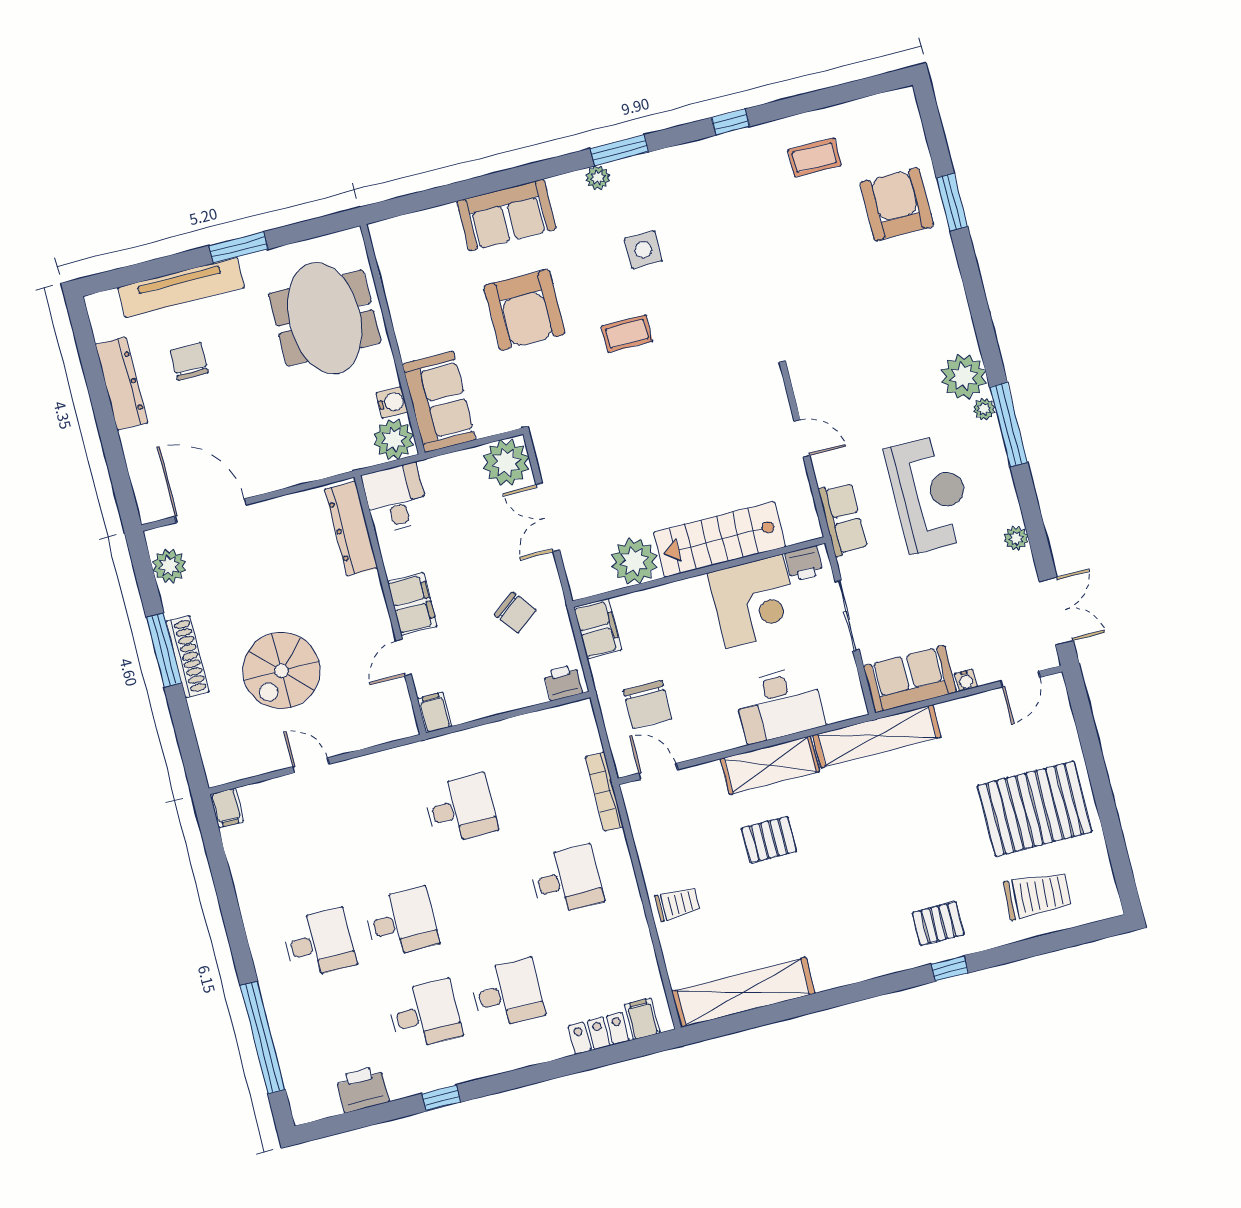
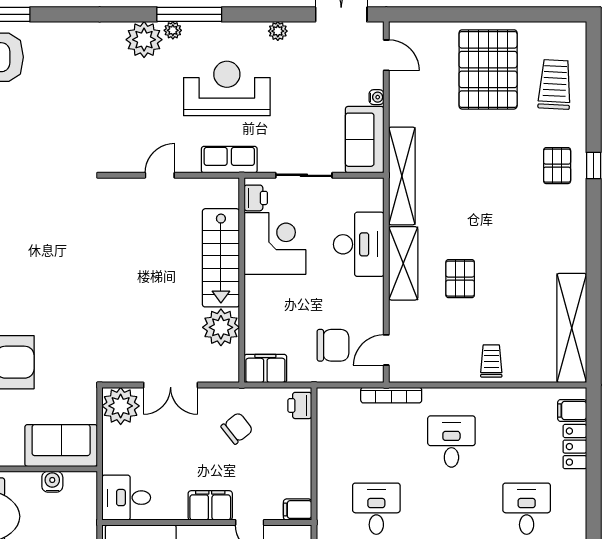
coffee table: (627, 334) -> (46, 289), removed
plant: (394, 439) -> (81, 488), removed

